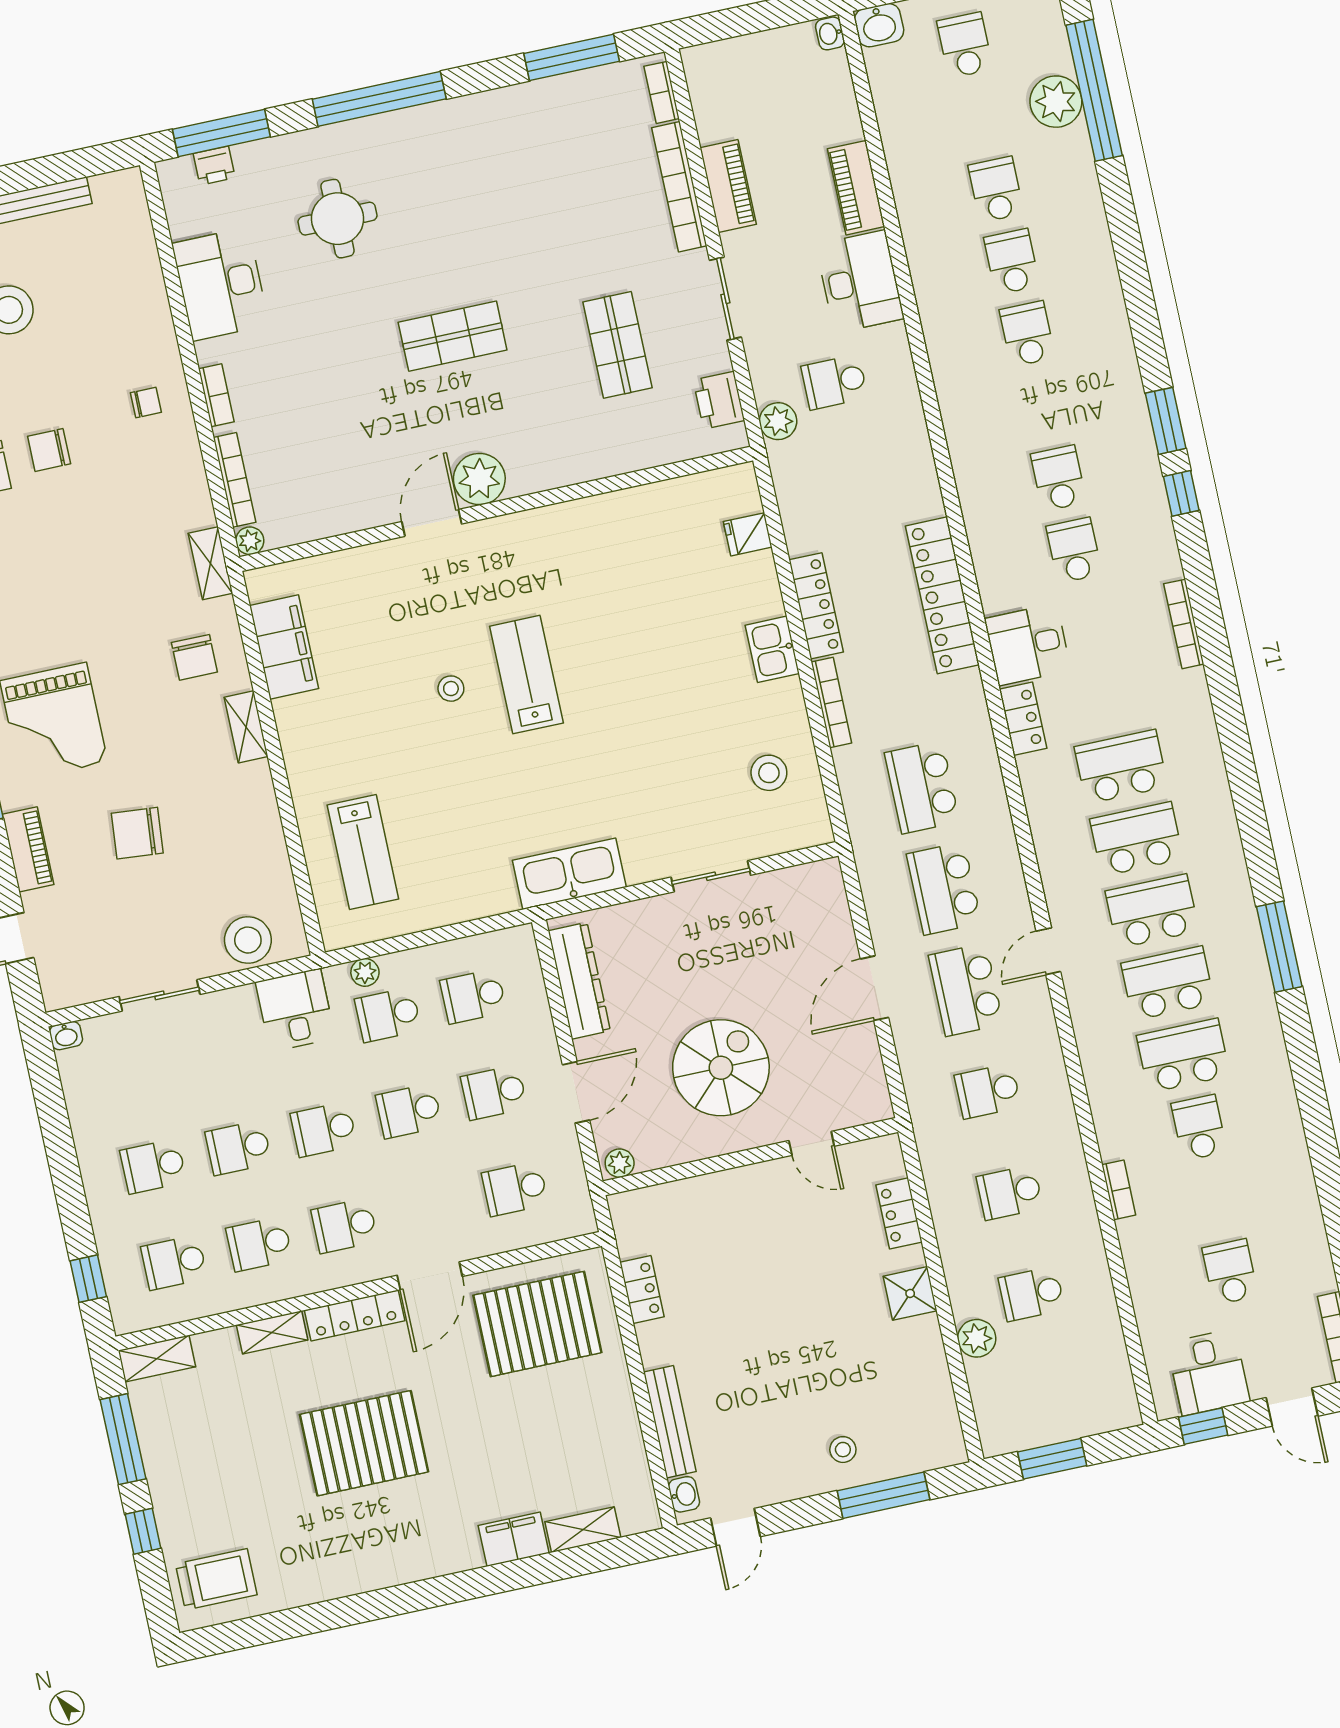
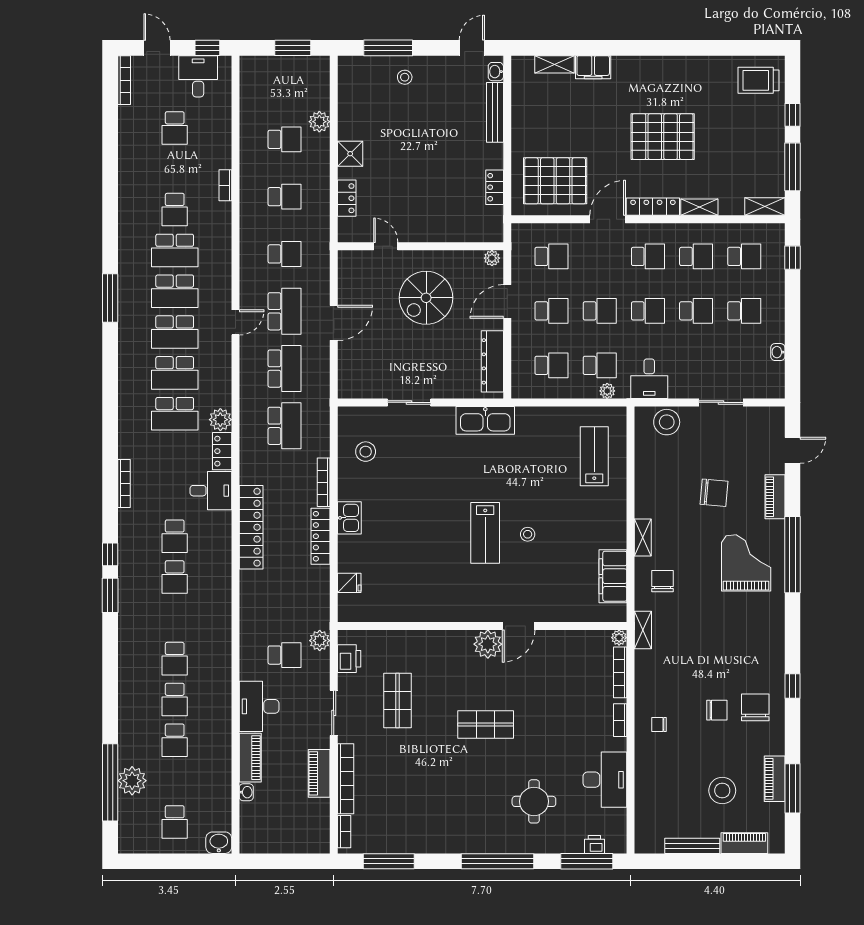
washbasin: (830, 33) -> (246, 792), moved
plant: (1038, 774) -> (220, 420), added
washbasin: (66, 1036) -> (778, 352), moved, turned -90

